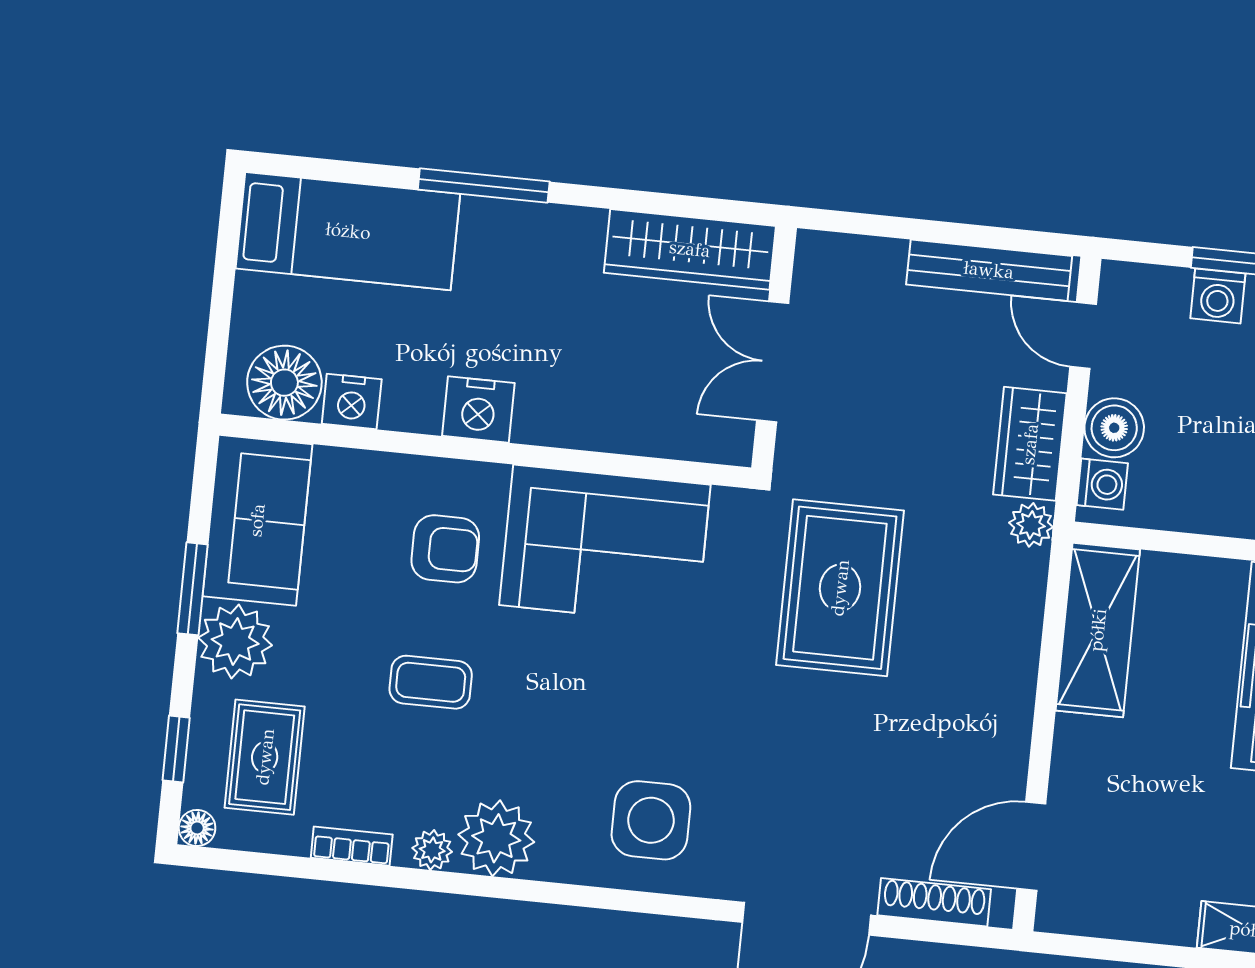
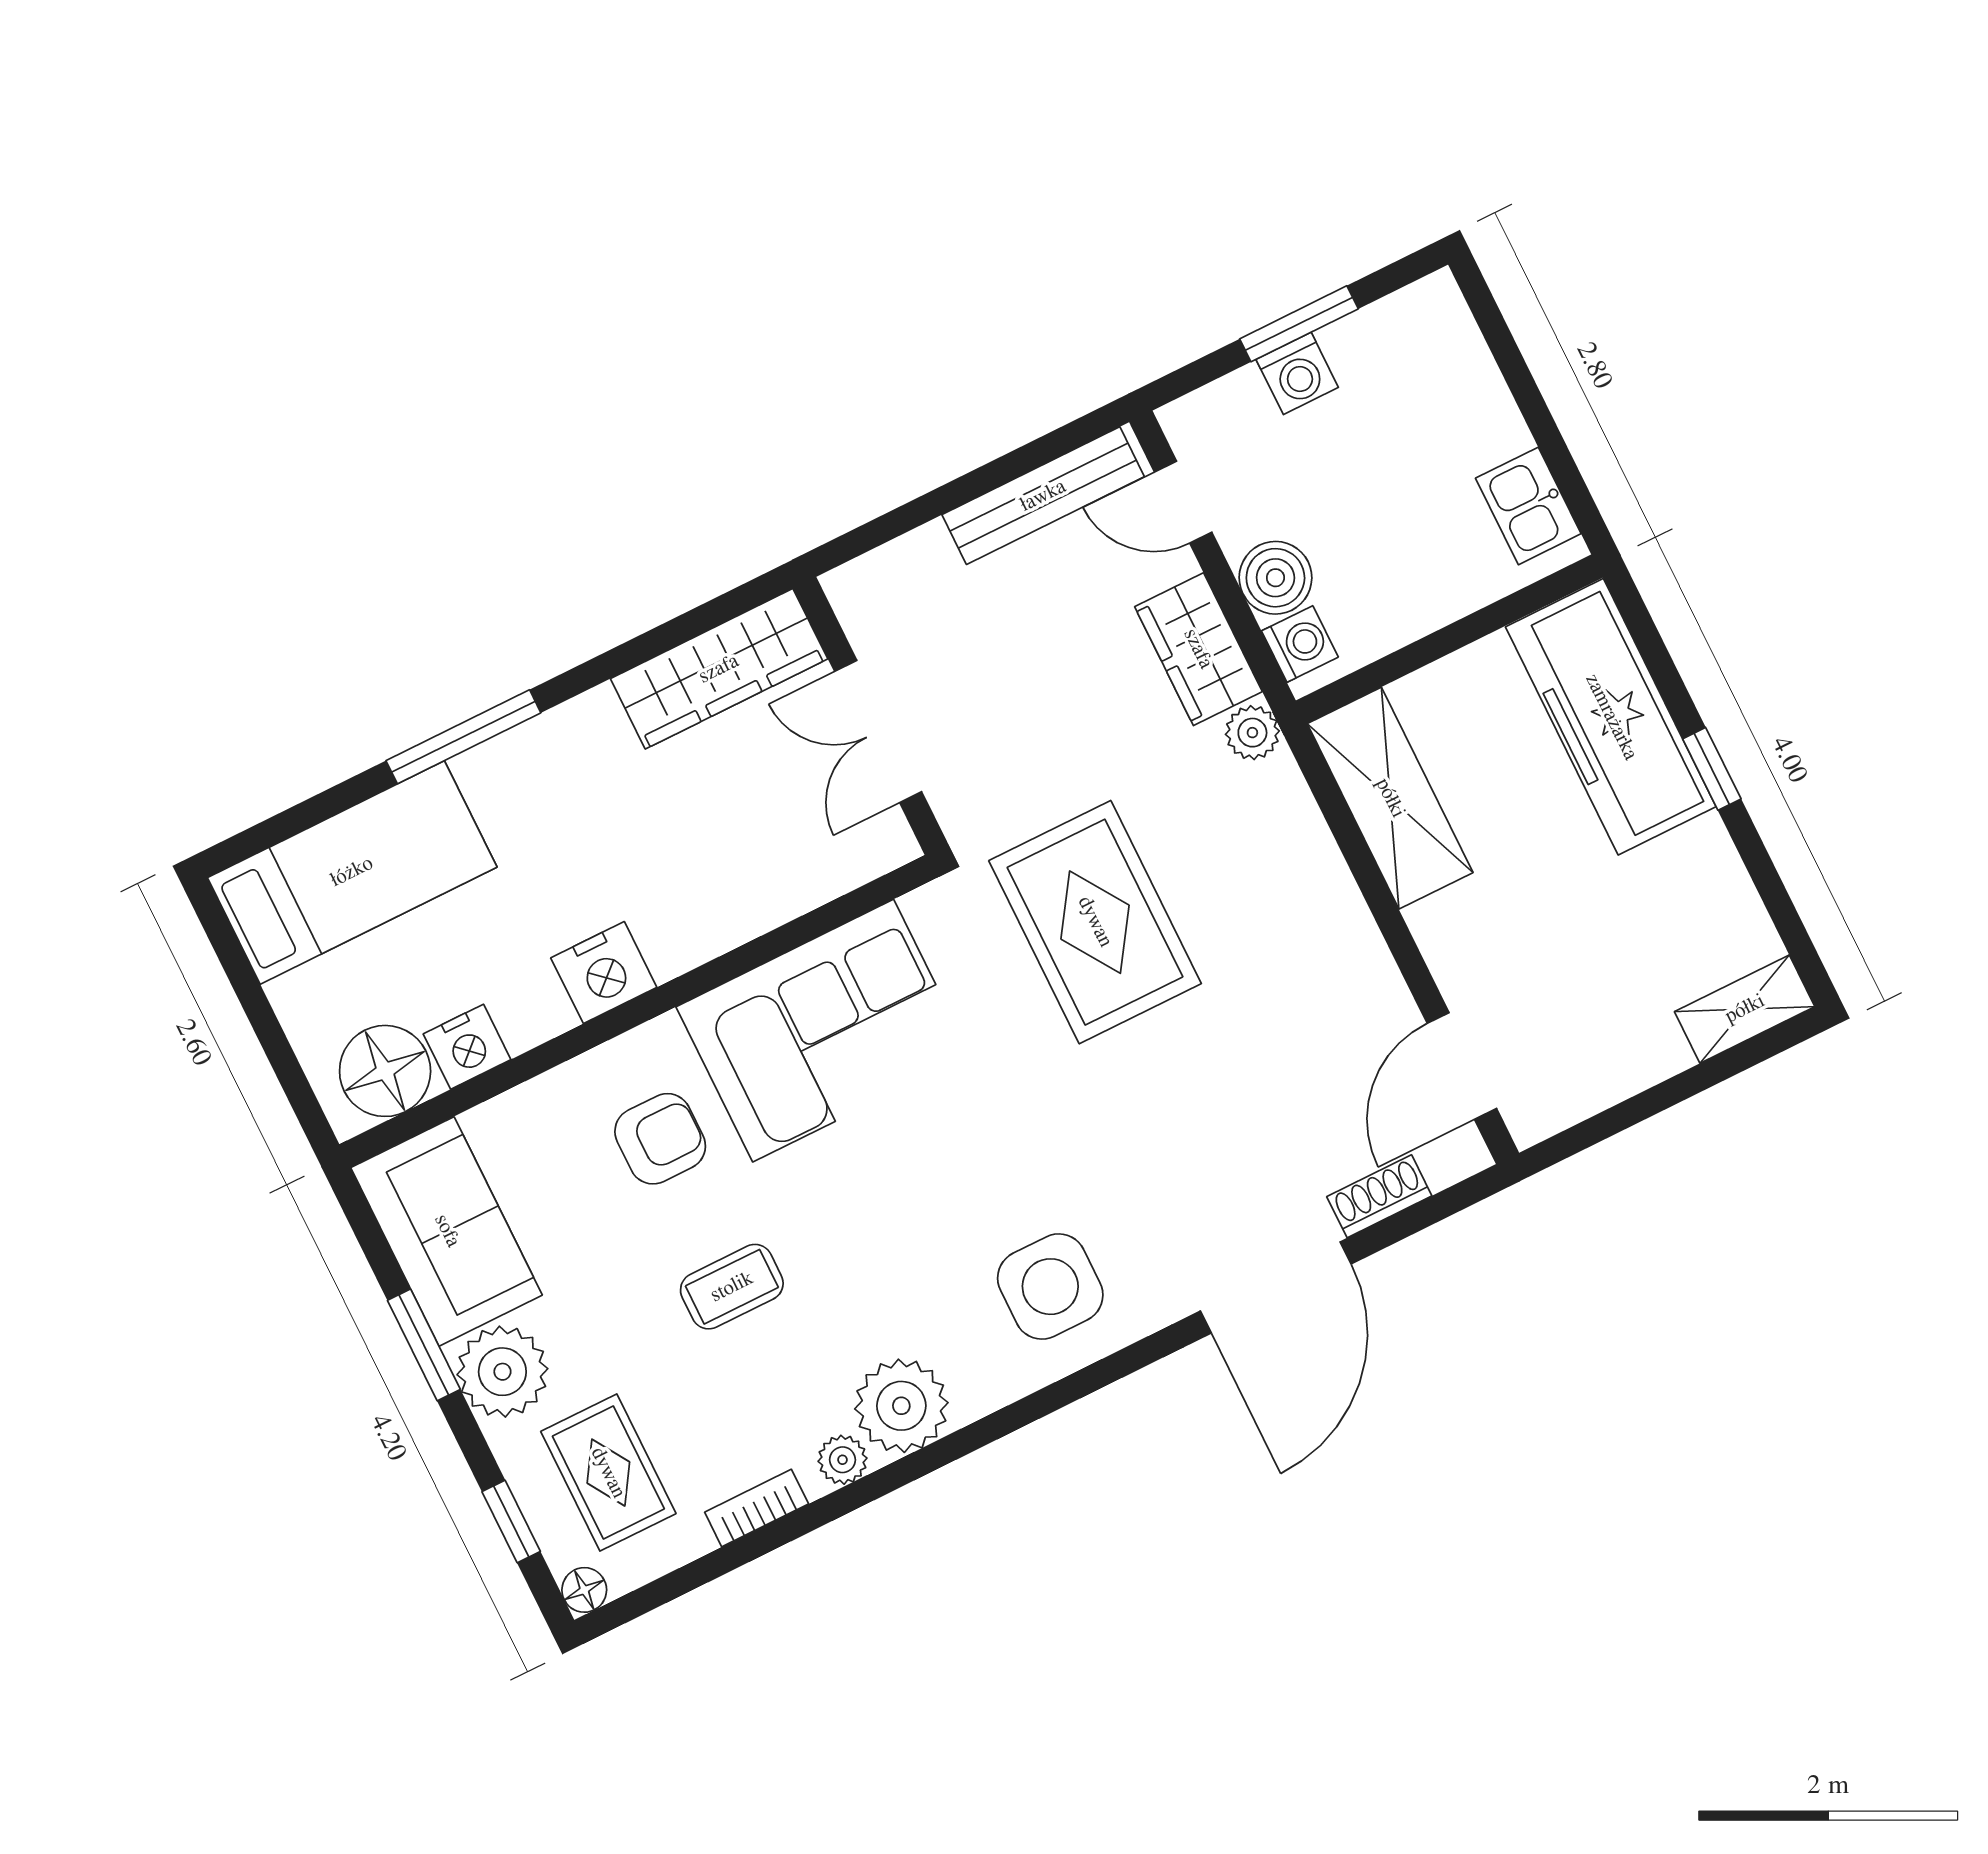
shoe rack: (934, 902) -> (1379, 1196), width x0.70

